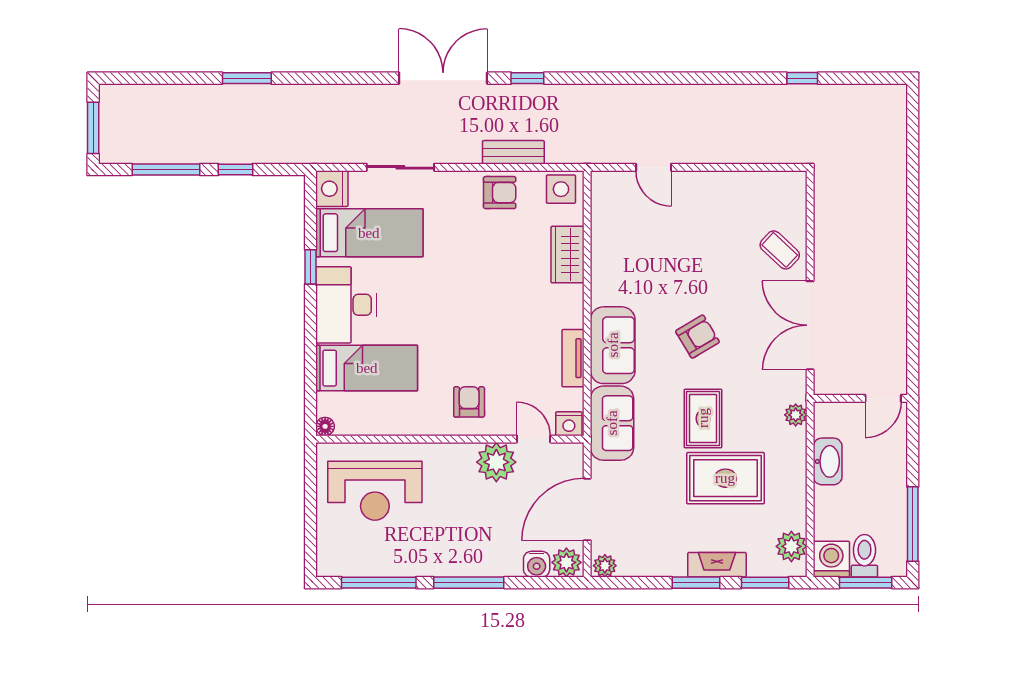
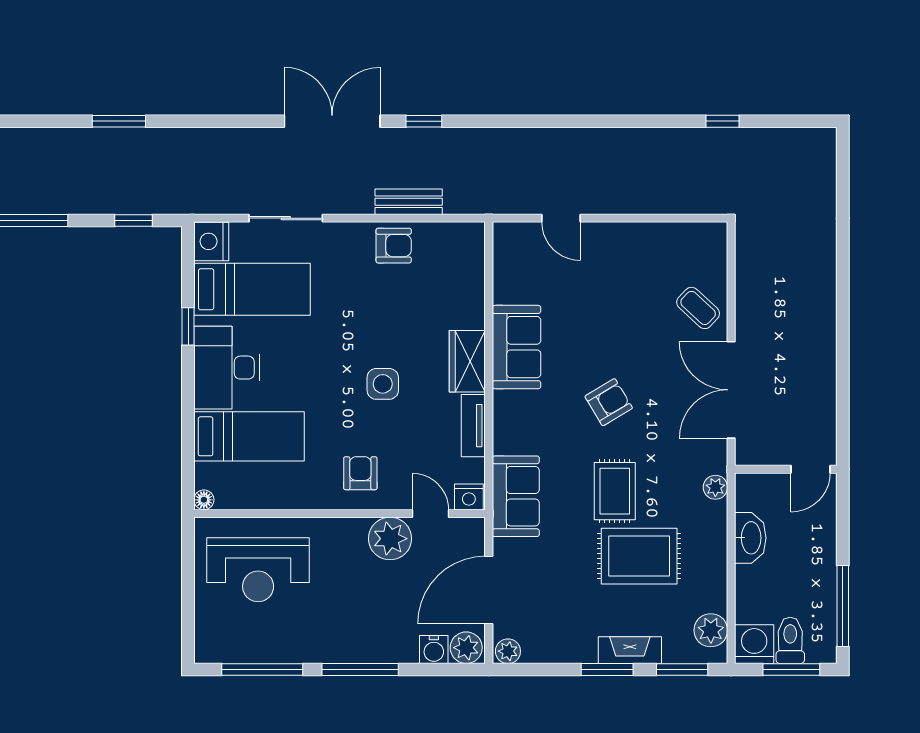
window: (235, 169) -> (133, 220), moved
side table: (561, 189) -> (383, 384), moved
wardrobe: (567, 255) -> (467, 361), moved
sofa: (613, 345) -> (517, 347), moved

